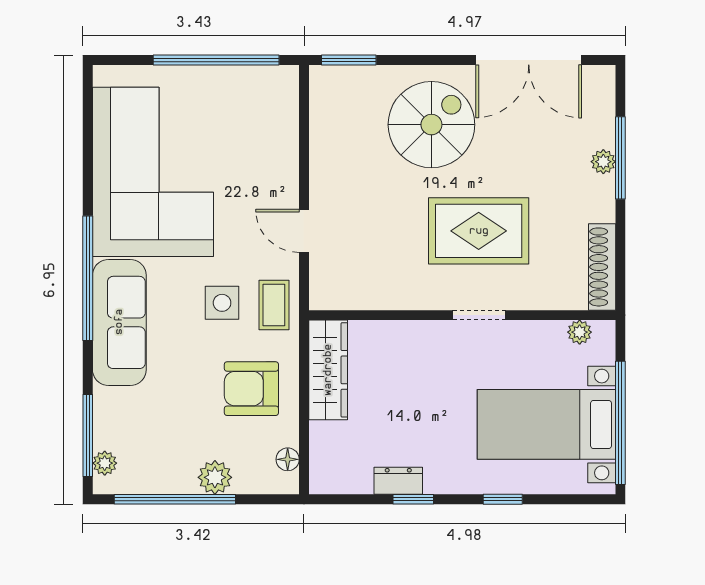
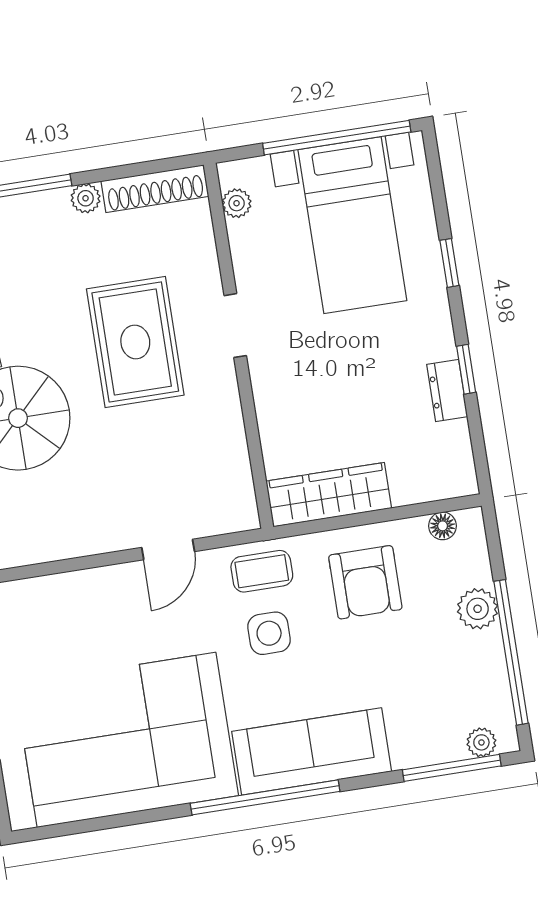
plant: (603, 162) -> (86, 198), moved

